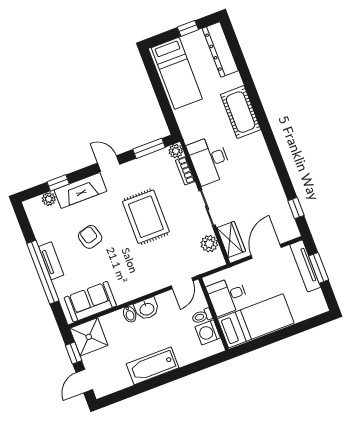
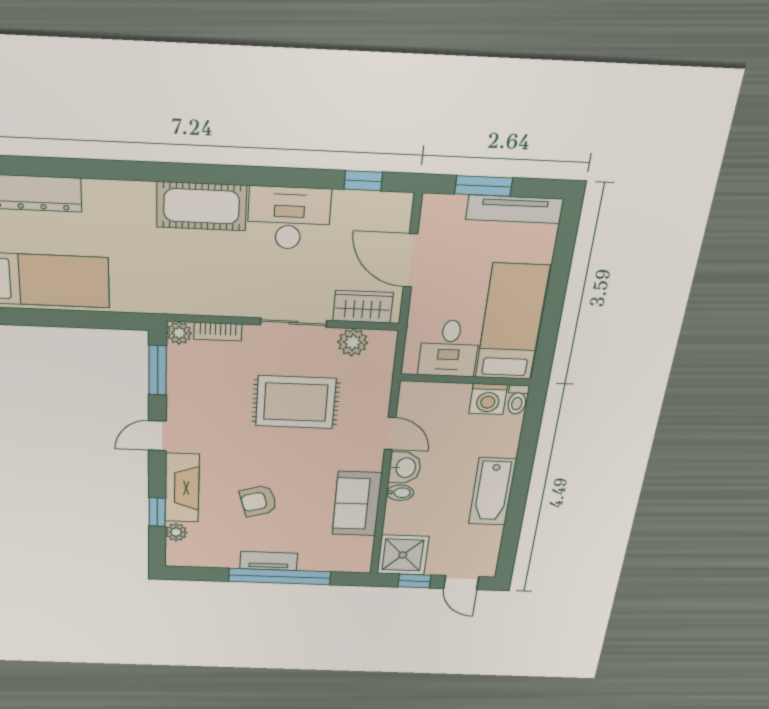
cot: (241, 112) -> (202, 206), moved
desk: (209, 160) -> (289, 218), moved, turned 180
rug: (146, 217) -> (296, 402), moved
tv unit: (305, 266) -> (515, 209), moved
door: (182, 283) -> (390, 434), moved
sofa: (90, 302) -> (357, 504), moved
toilet: (202, 316) -> (517, 400), moved

